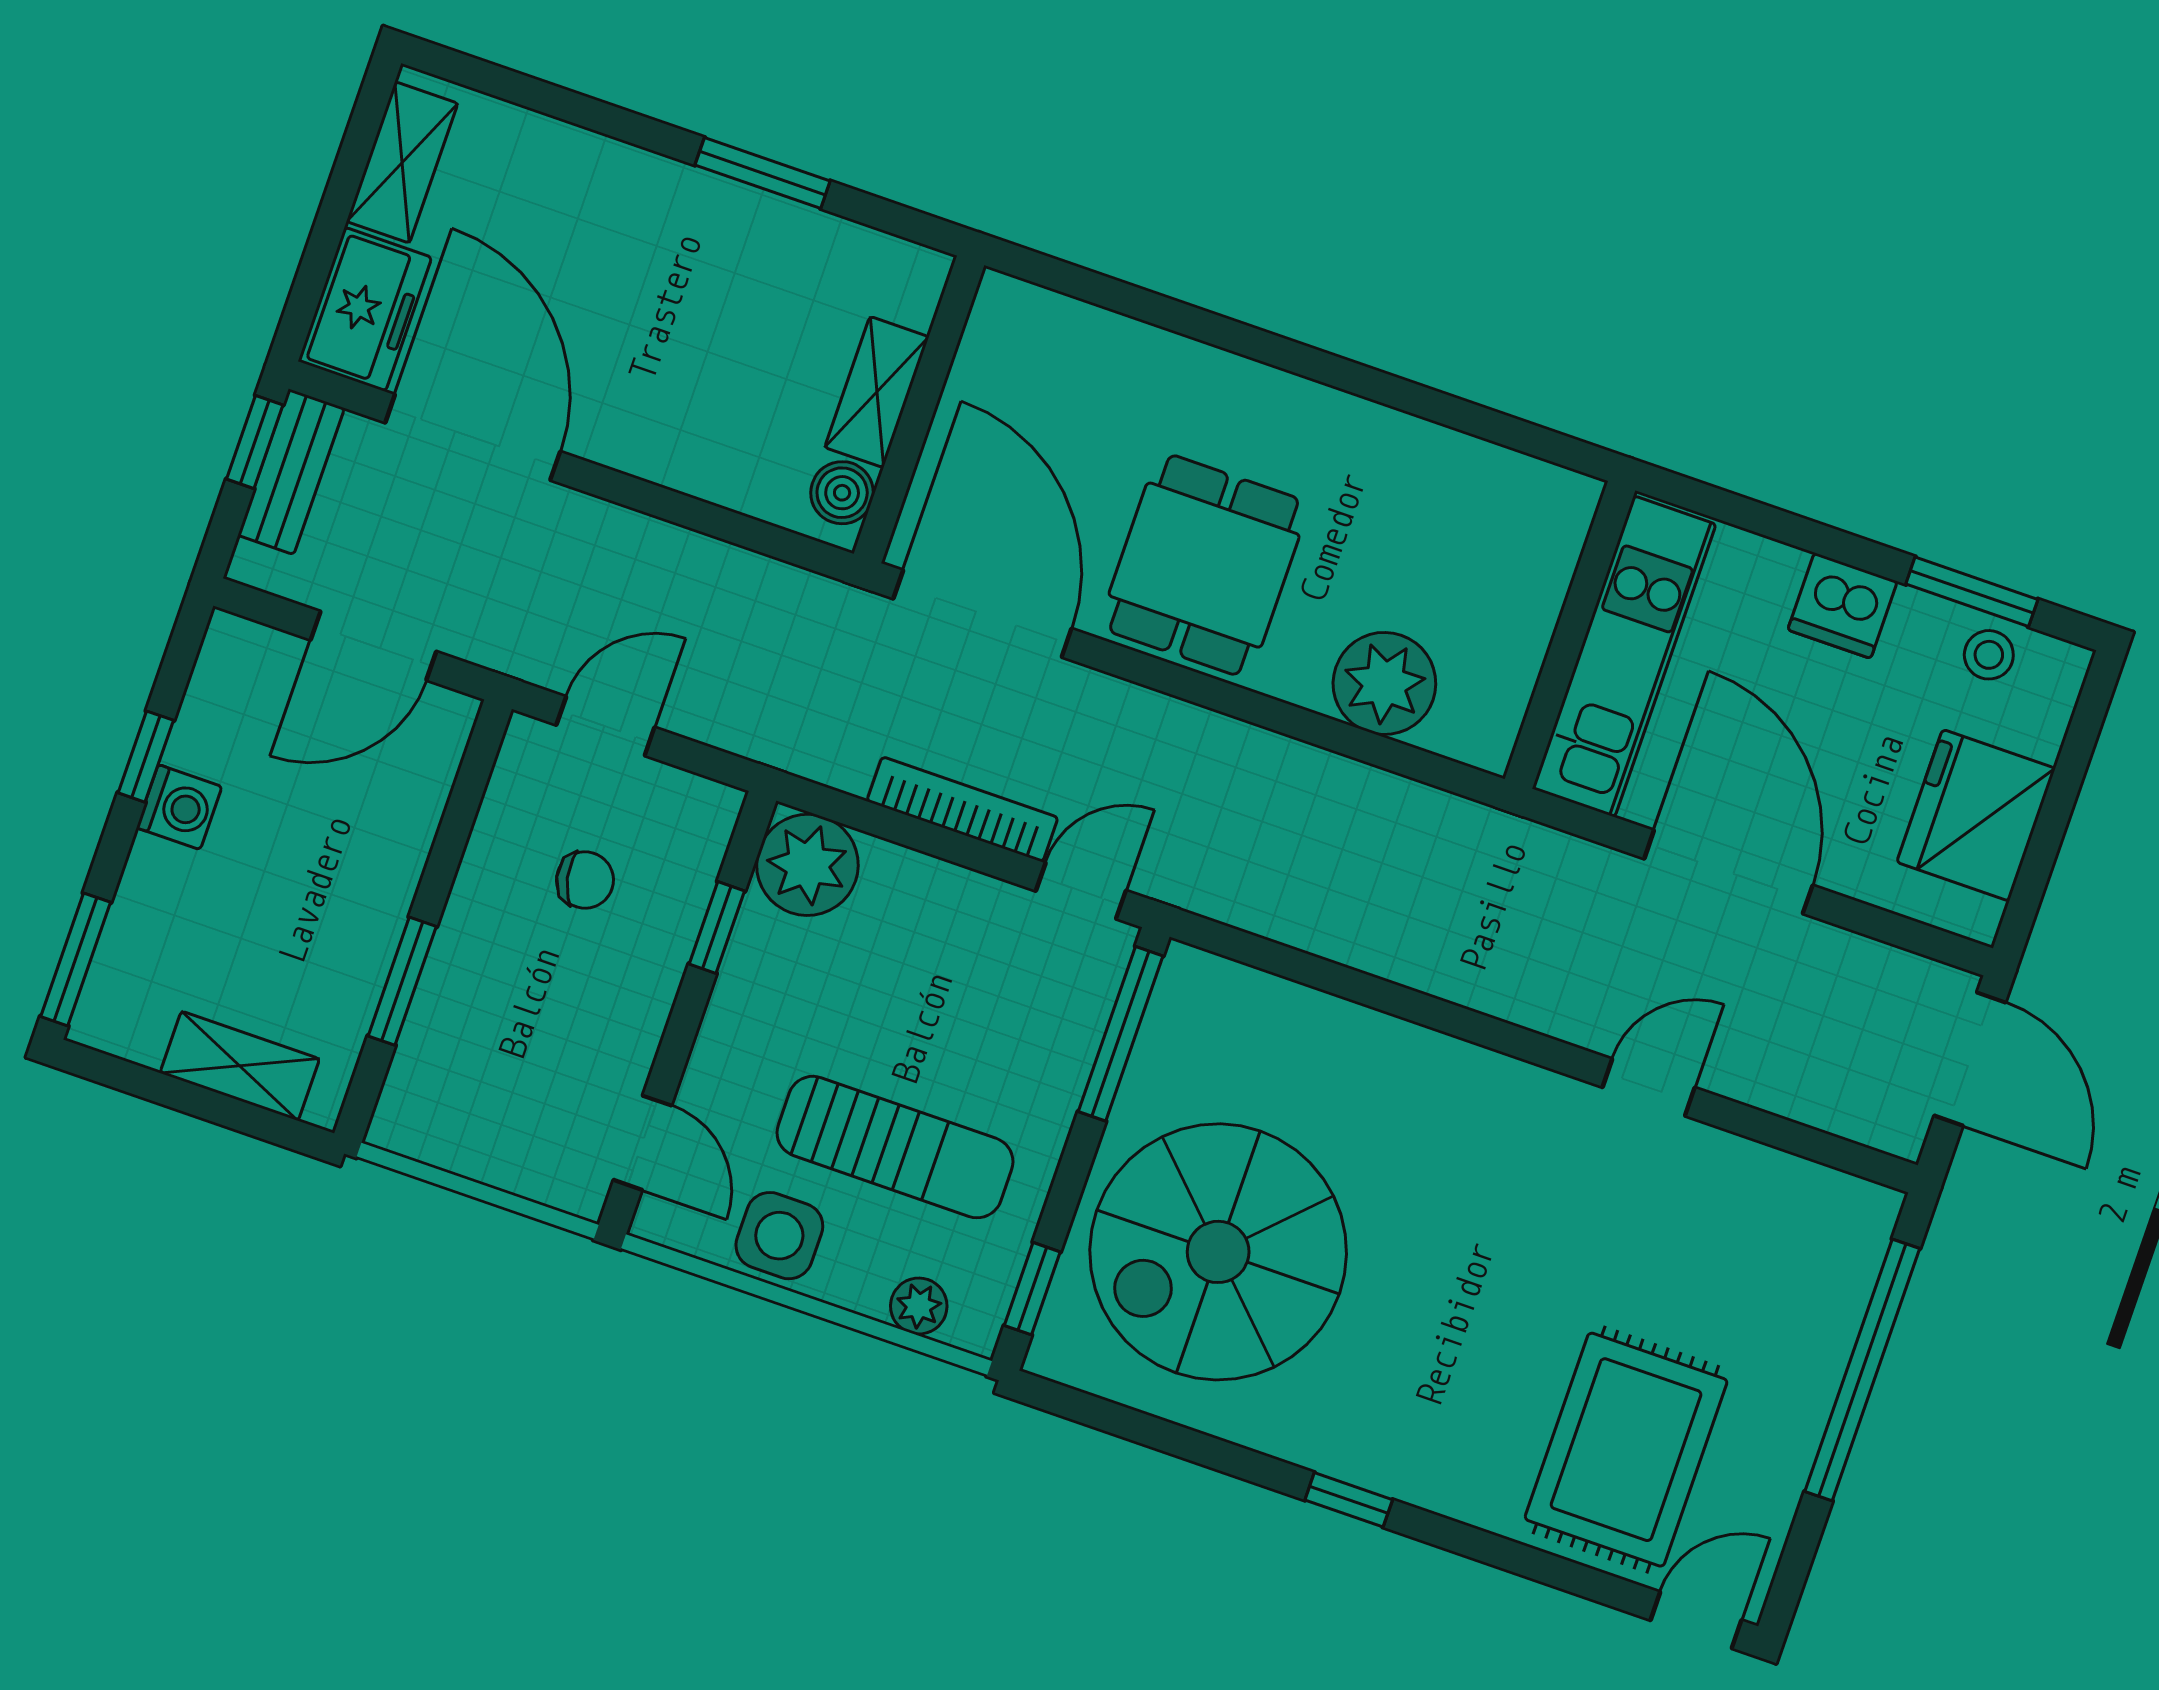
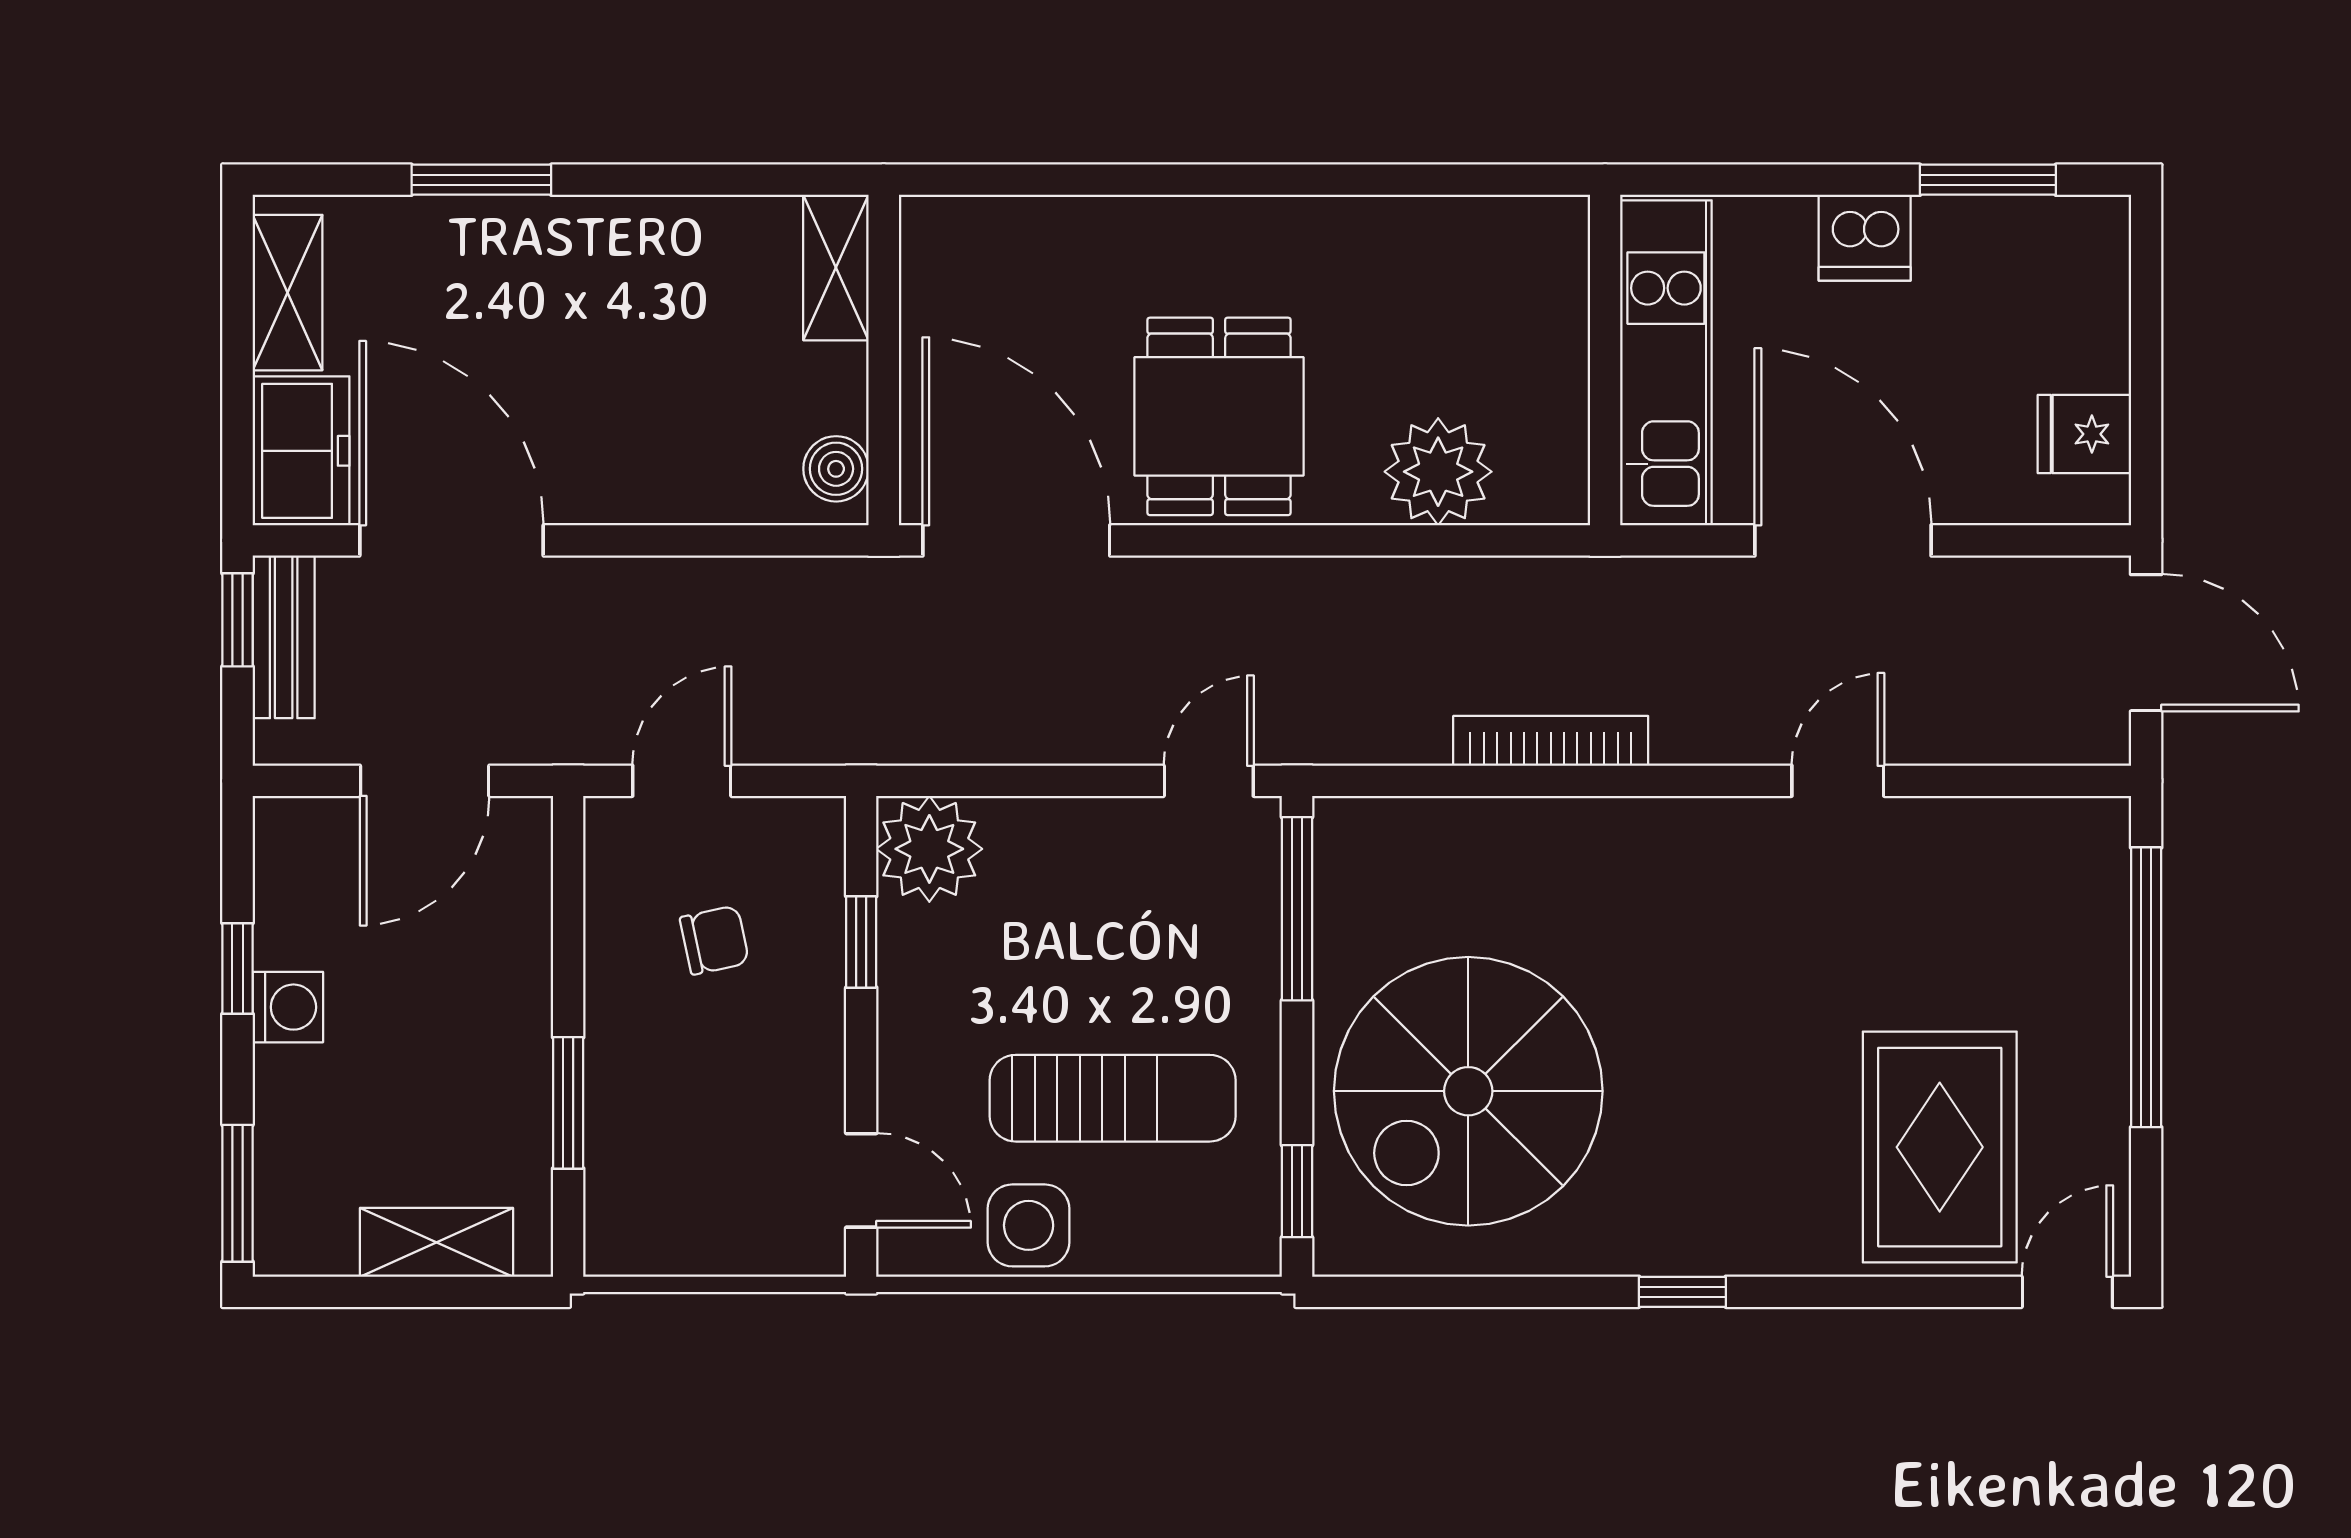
window: (763, 173) -> (481, 180), moved
shelving: (877, 392) -> (836, 268), moved
stool: (1989, 655) -> (2026, 236), removed
bookcase: (962, 809) -> (1551, 741), moved
fridge: (1976, 815) -> (2084, 434), width x0.53, depth x0.75
plant: (919, 1306) -> (1191, 1247), removed

